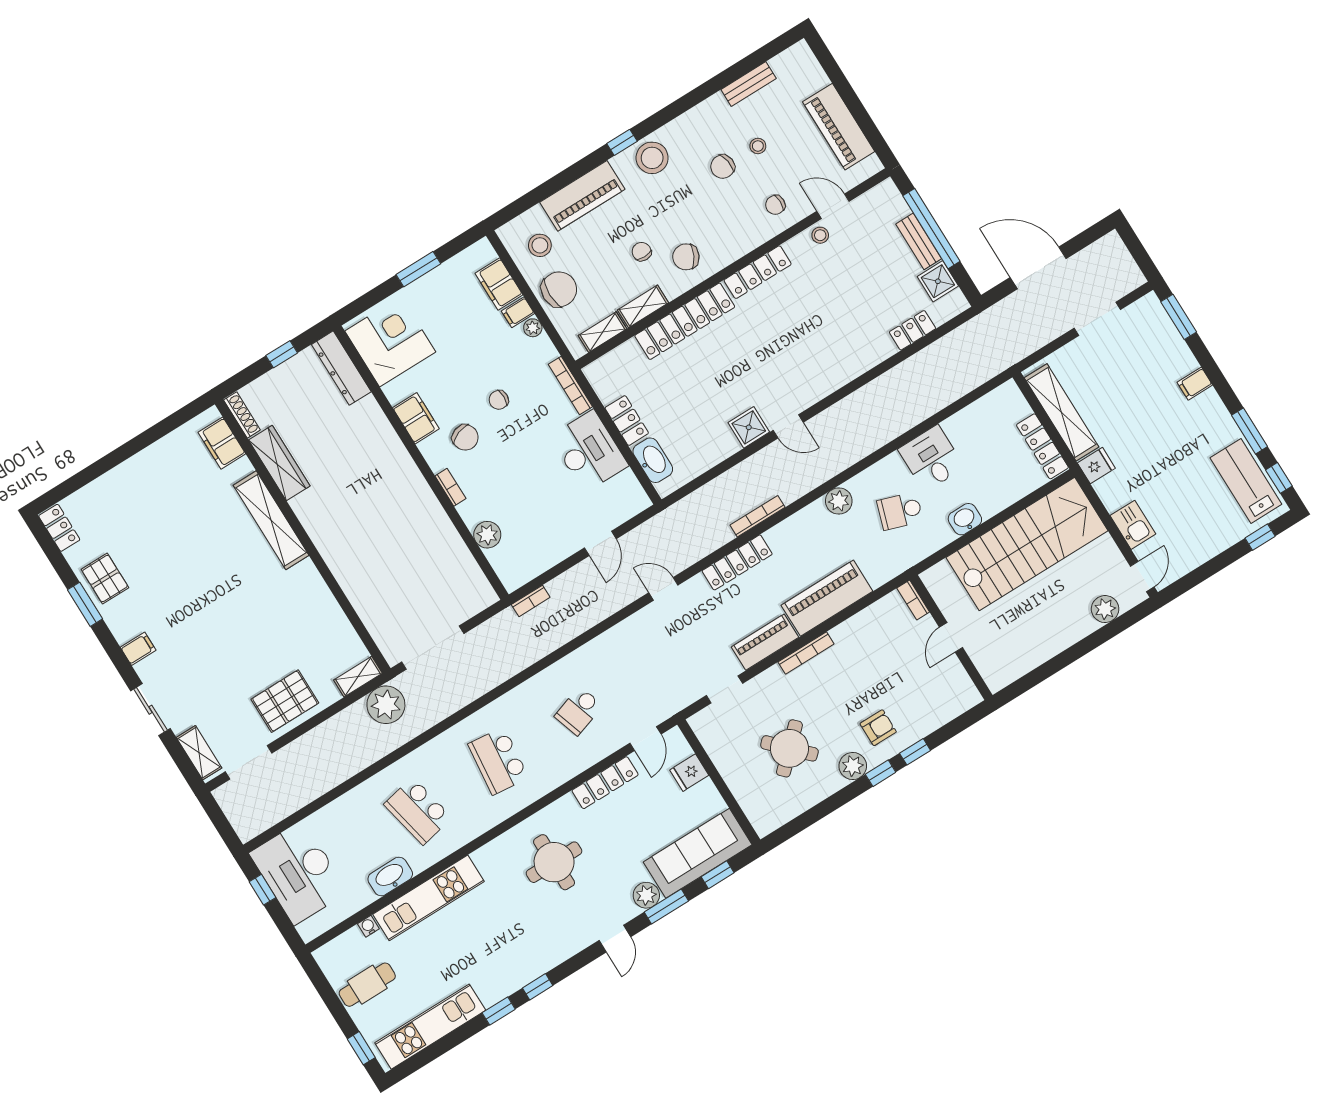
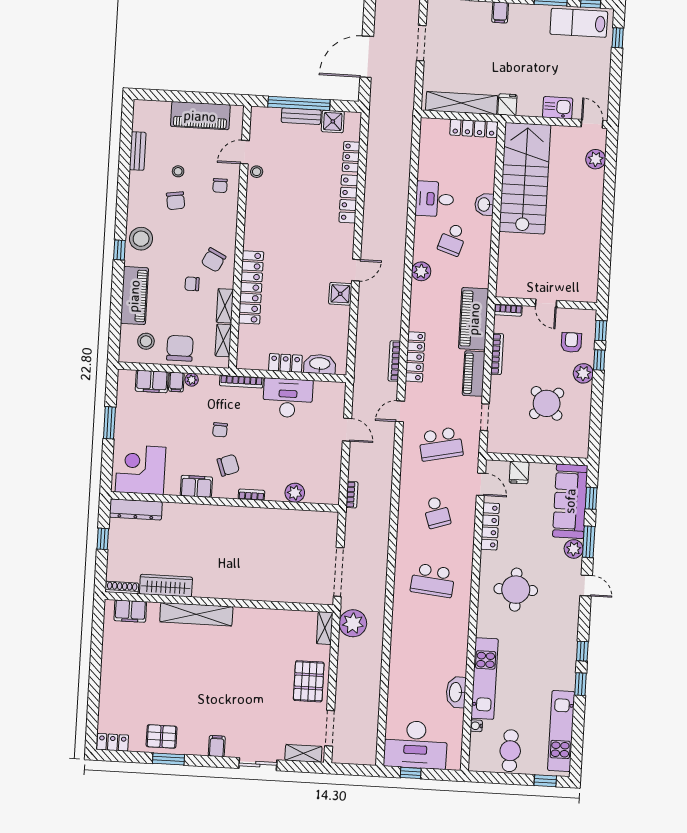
locker: (758, 272) -> (348, 199), moved, turned 180
bookcase: (757, 516) -> (394, 361), moved
bookcase: (913, 600) -> (508, 310), moved
door: (951, 637) -> (546, 303), moved
wall: (951, 637) -> (546, 303), moved
school desk: (418, 811) -> (441, 444), moved

